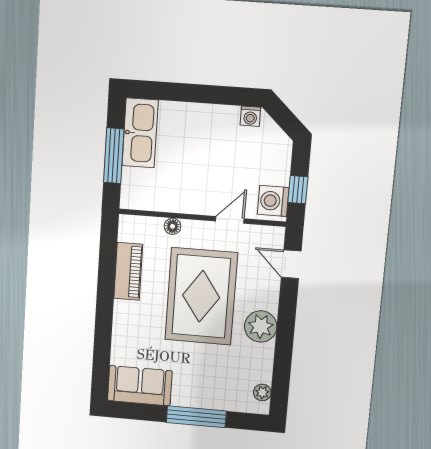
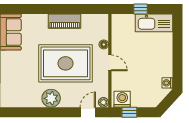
window: (114, 156) -> (140, 9), width x0.46
door: (230, 220) -> (110, 63), moved
piano: (128, 271) -> (65, 21), moved
plant: (262, 392) -> (103, 102), moved

